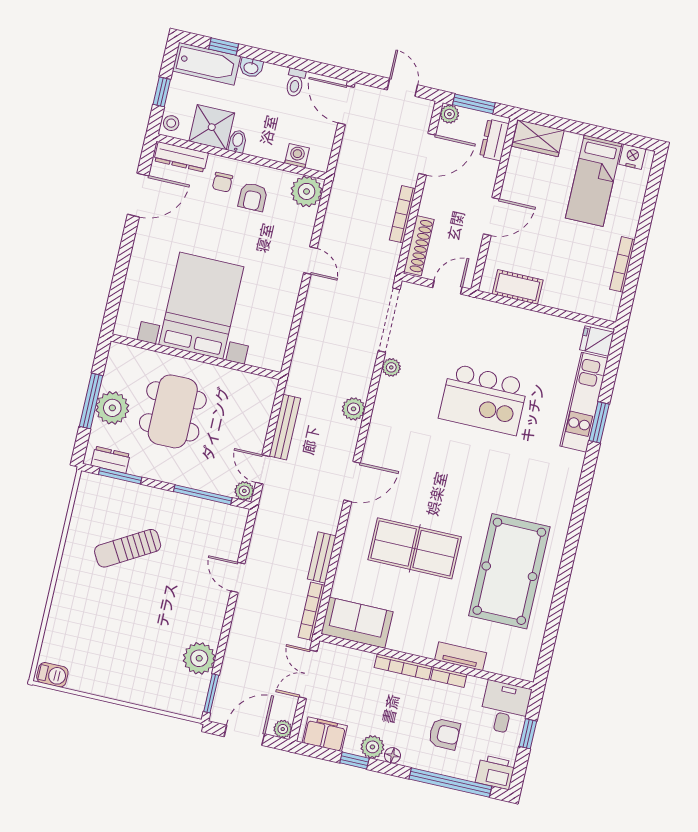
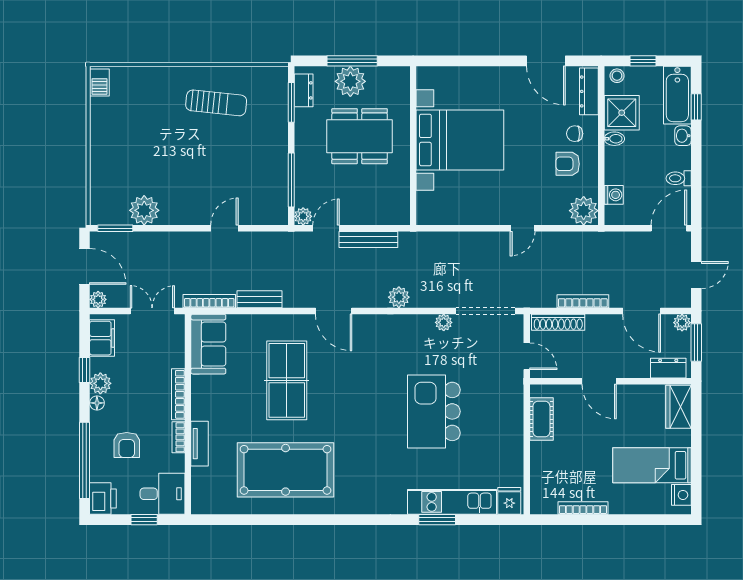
sun lounger: (128, 548) -> (216, 103), moved, turned 126

